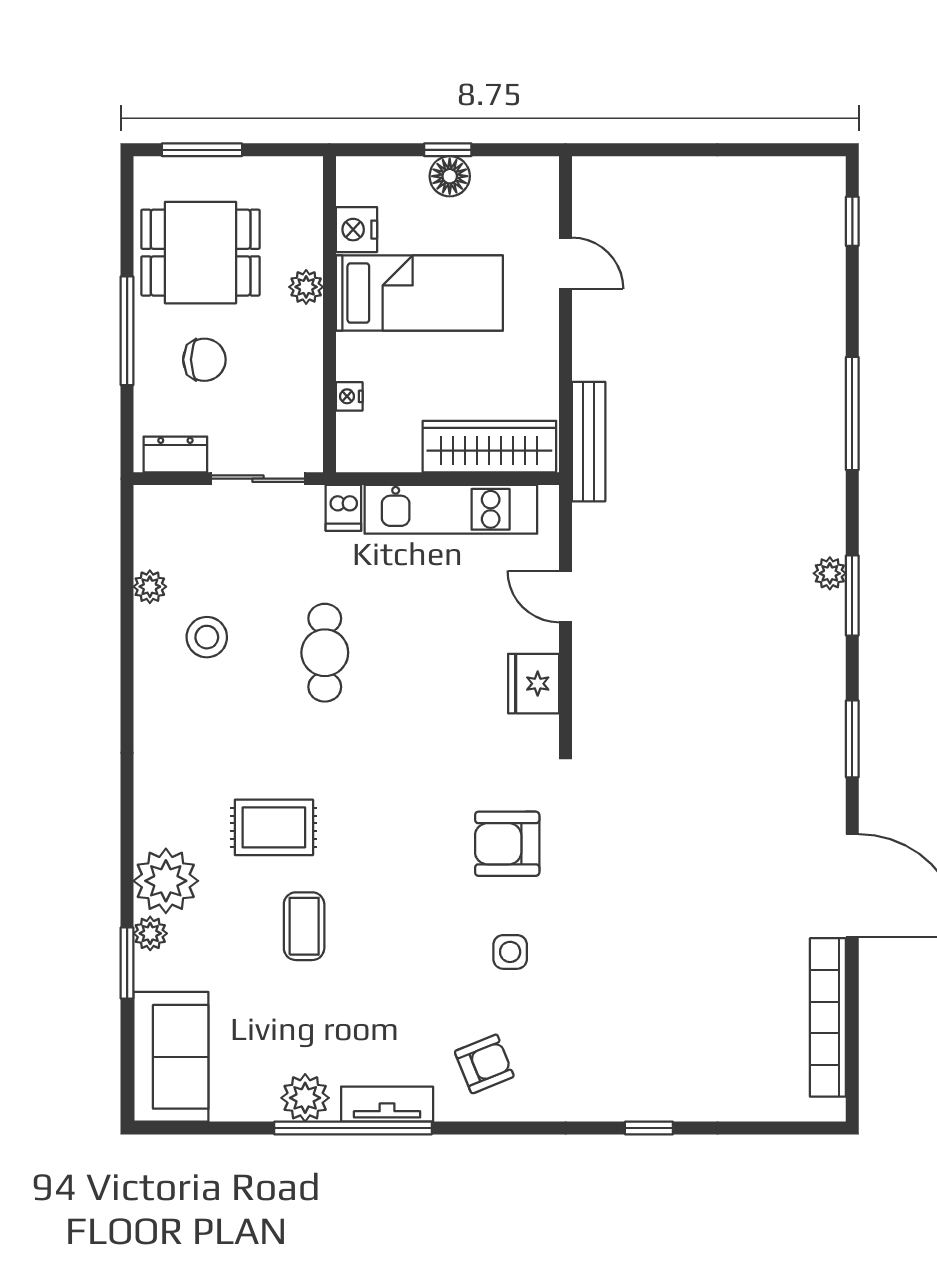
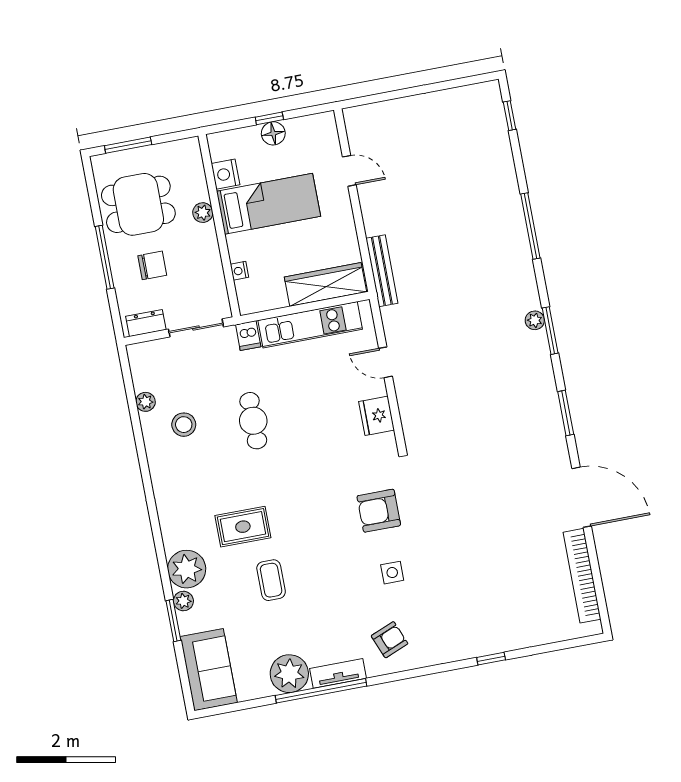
plant: (305, 1098) -> (289, 674), width x1.36, depth x1.36

